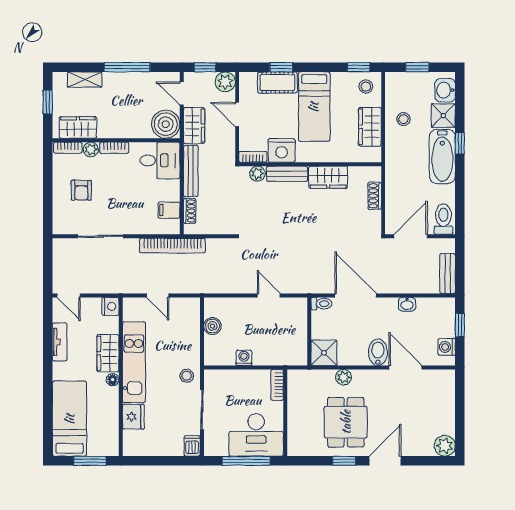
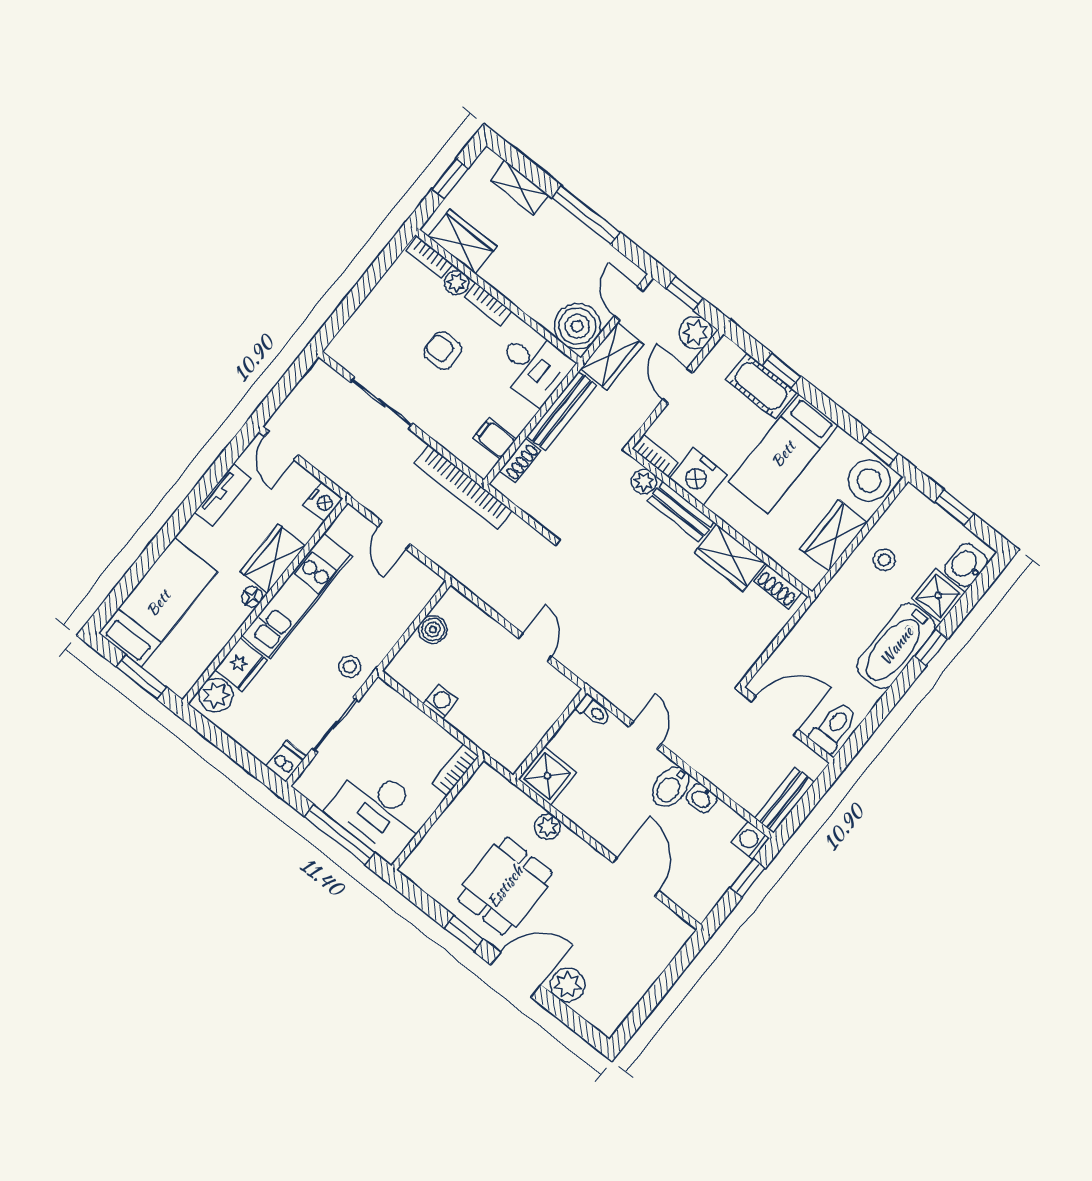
stool: (366, 87) -> (869, 480), width x1.89, depth x1.89
armchair: (81, 190) -> (443, 351), moved, turned 90
shoe rack: (375, 196) -> (778, 587), moved, turned -90
door: (356, 295) -> (645, 735), width x0.53
washing machine: (447, 347) -> (750, 840), moved
bidet: (378, 352) -> (671, 787), moved, turned 180
plant: (133, 441) -> (216, 695), added
plant: (445, 446) -> (568, 985), moved

